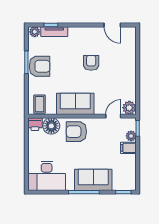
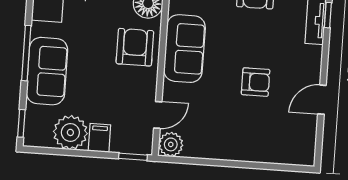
door: (112, 25) -> (322, 100), moved
door: (113, 116) -> (158, 115), hinge flipped
plant: (131, 136) -> (70, 132), moved, width x1.87, depth x1.87

